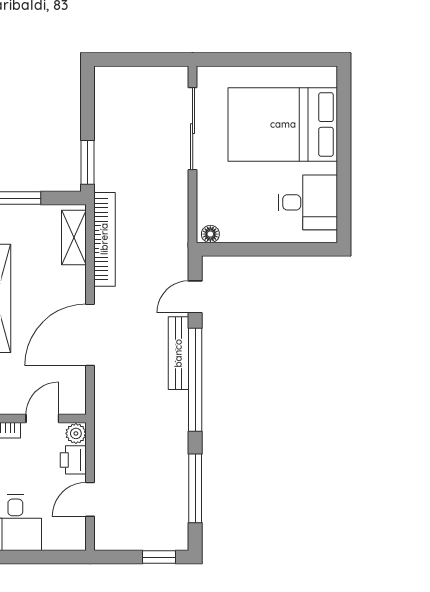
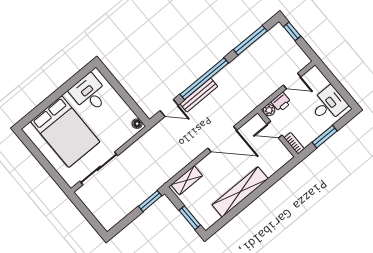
bookcase: (104, 239) -> (177, 167), removed

